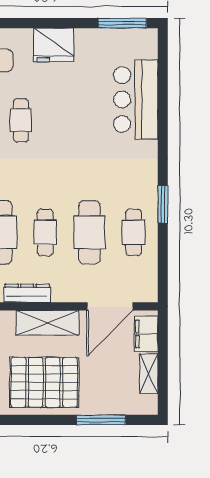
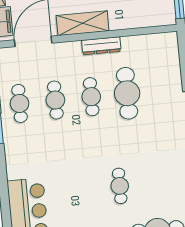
cafe table: (89, 232) -> (55, 100), width x0.73, depth x0.74

